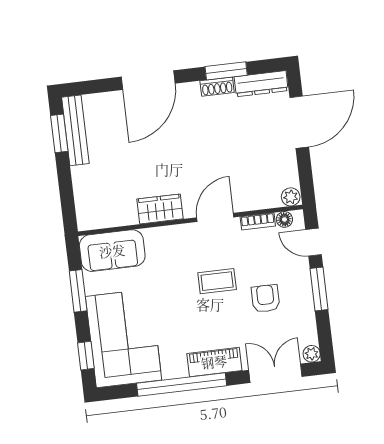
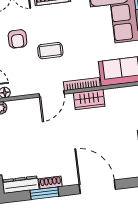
door: (148, 80) -> (97, 187), hinge flipped
bookcase: (258, 221) -> (82, 84), moved, width x1.56

